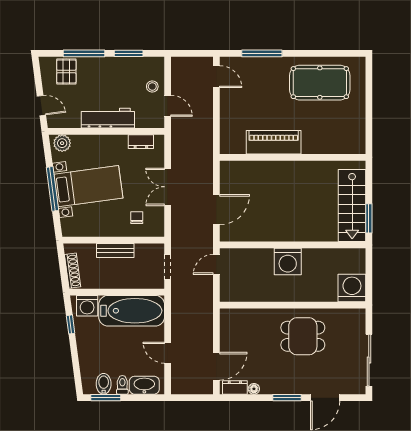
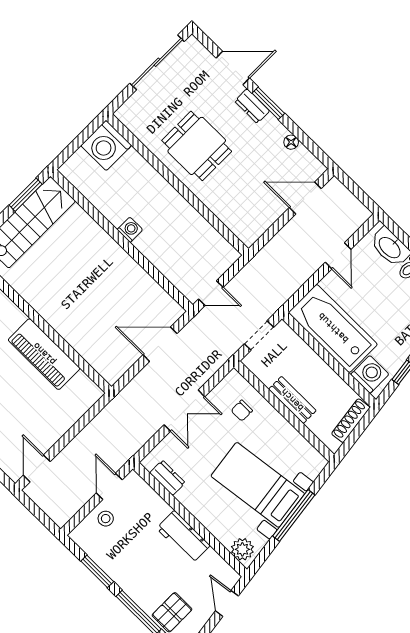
workbench: (108, 118) -> (183, 537), width x0.73
washing machine: (288, 262) -> (130, 230), width x0.53, depth x0.53
dresser: (235, 387) -> (252, 106), moved

